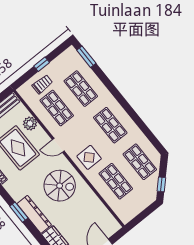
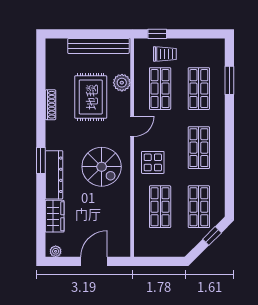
window: (86, 57) -> (229, 80), moved
window: (42, 64) -> (157, 34), moved
door: (58, 145) -> (132, 126), swing flipped
window: (161, 184) -> (212, 236), moved

